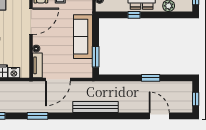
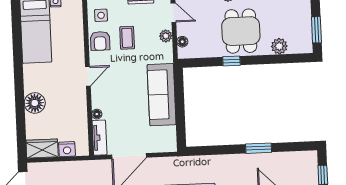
door: (31, 21) -> (88, 76), width x0.53
window: (96, 57) -> (180, 122), removed

